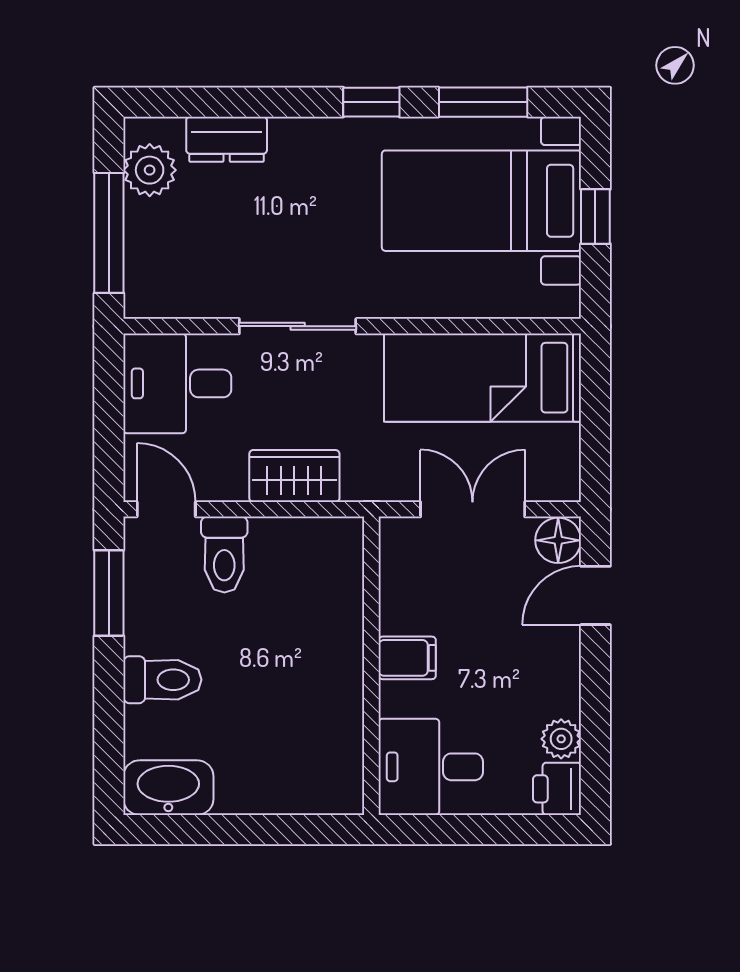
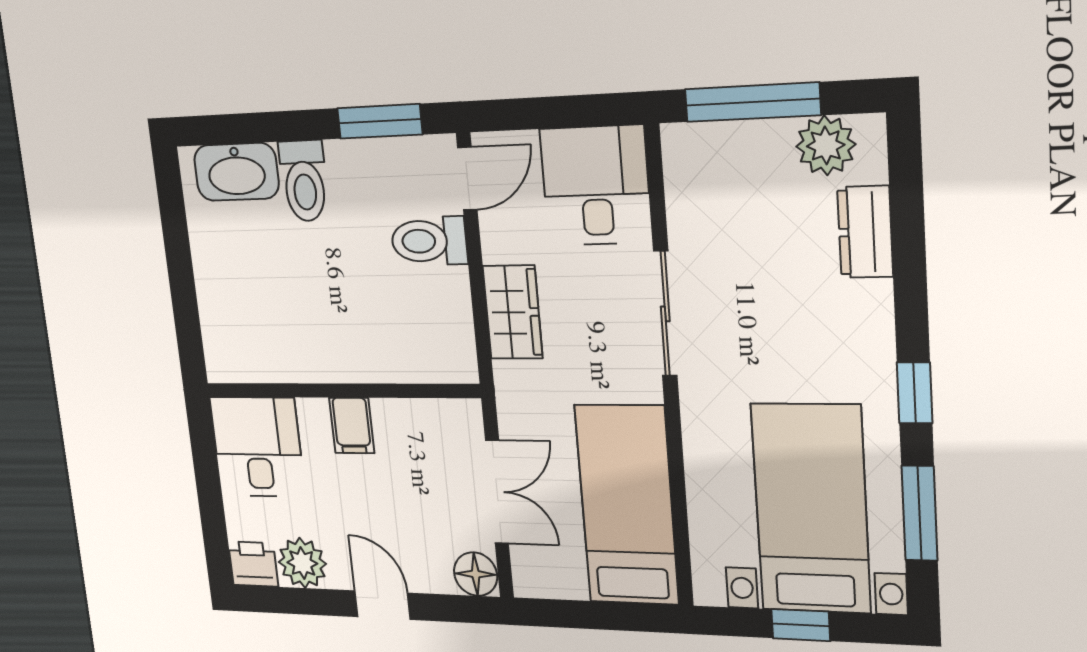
door: (595, 595) -> (382, 605), moved
plant: (561, 739) -> (302, 563), width x1.38, depth x1.38
washbasin: (168, 788) -> (236, 172), moved, turned 90

